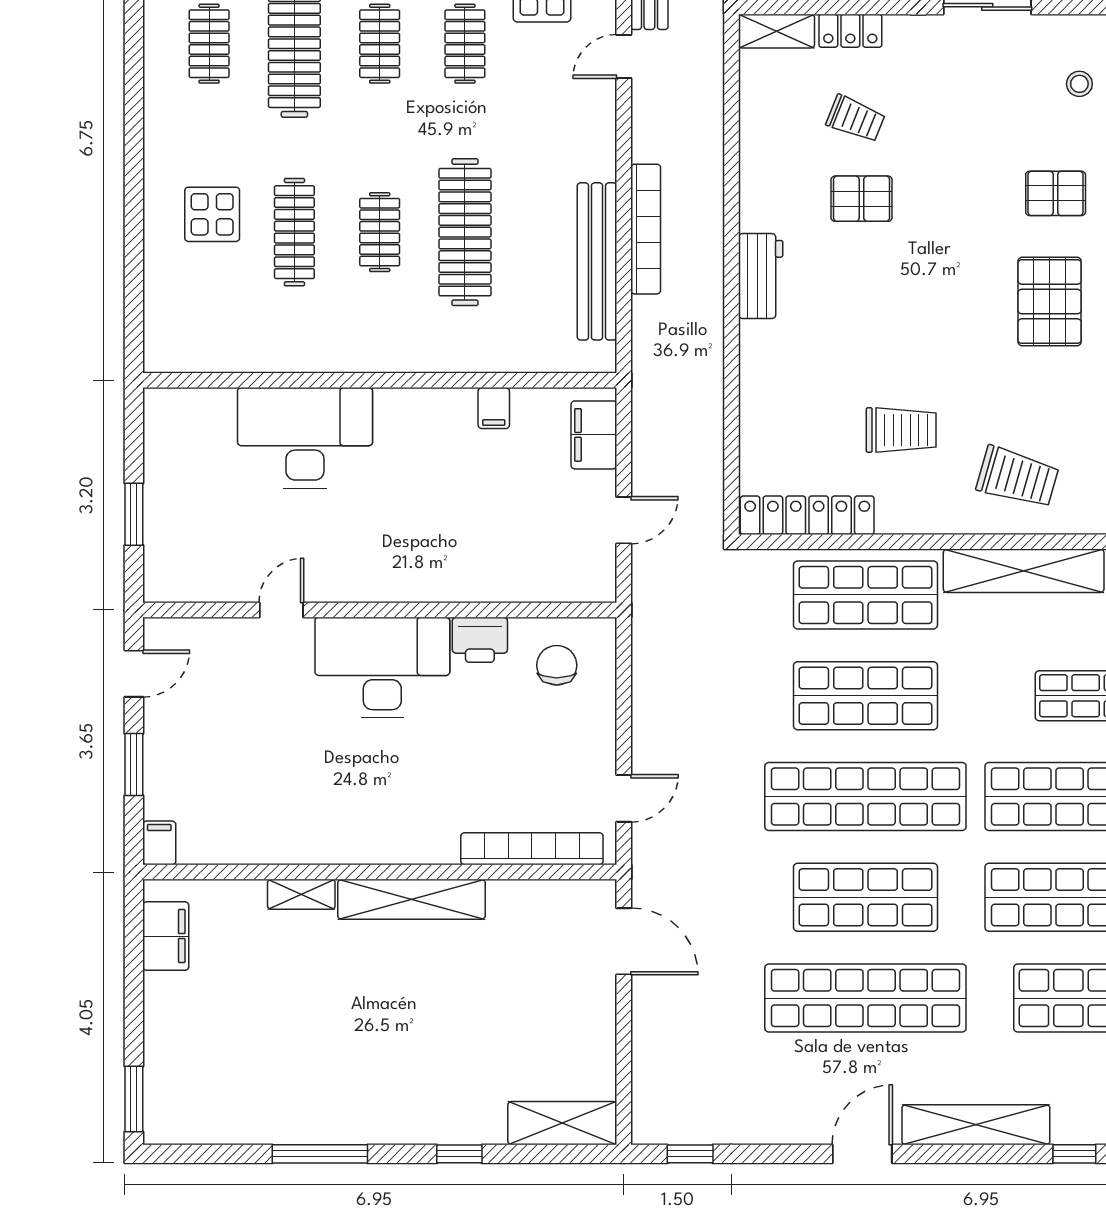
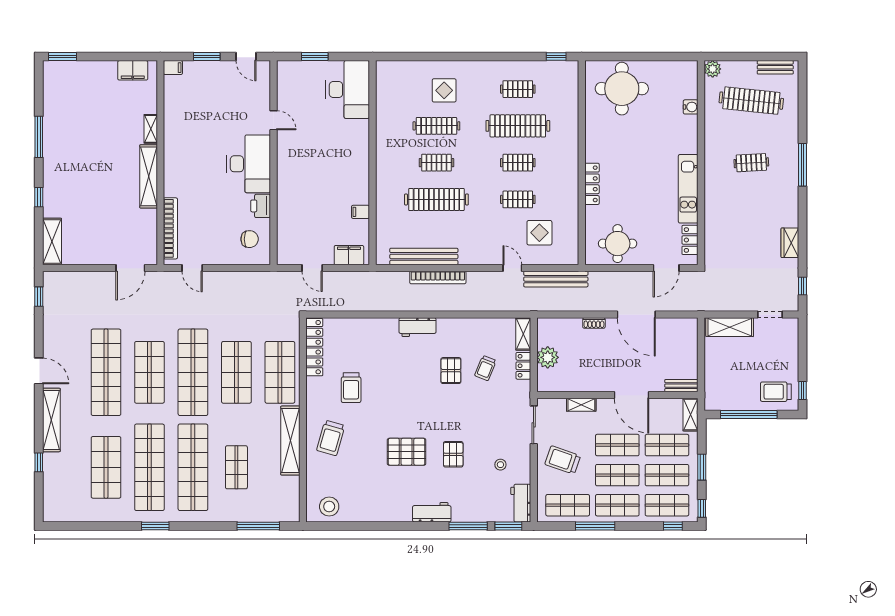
desk: (305, 438) -> (348, 90), moved

